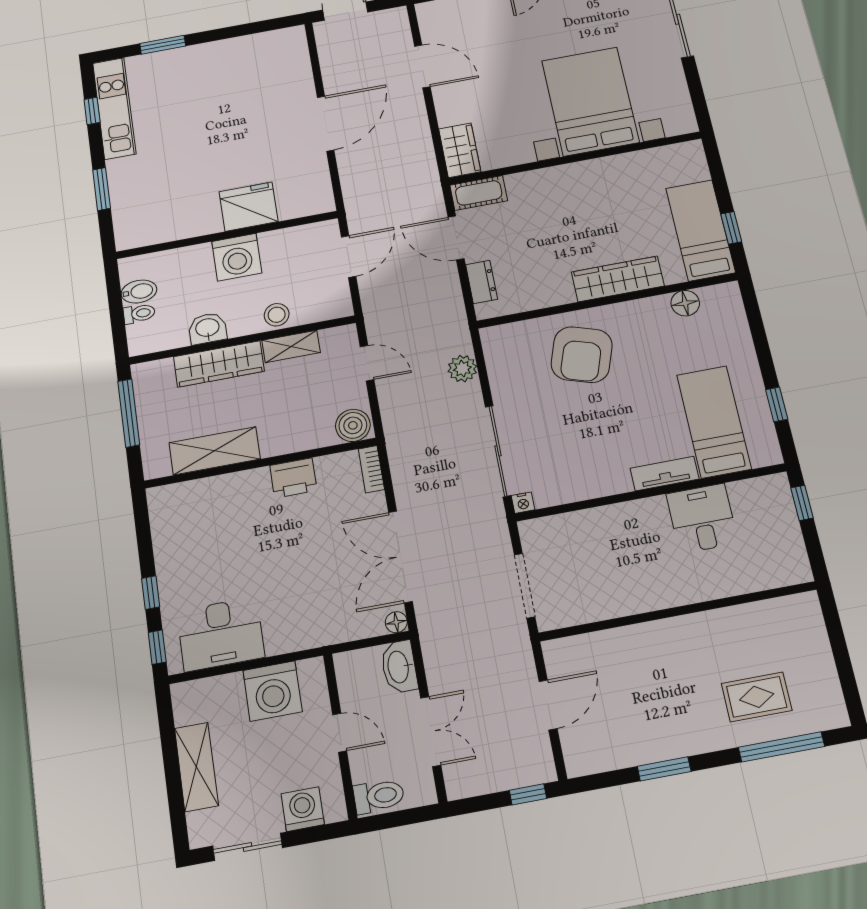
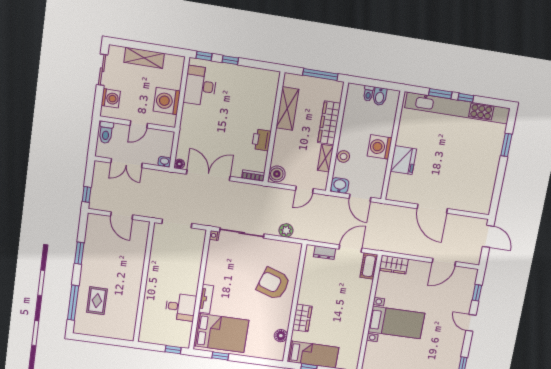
bed with nightstands: (590, 101) -> (396, 322), width x0.73
kitchen unit: (114, 108) -> (458, 108), width x1.86
window: (92, 111) -> (466, 98), moved
wardrobe: (618, 279) -> (302, 318), width x0.67
washbasin: (208, 328) -> (340, 185), moved, turned -90
bed: (714, 422) -> (221, 333), width x1.50
washbasin: (399, 667) -> (164, 162), width x0.52, depth x0.69

